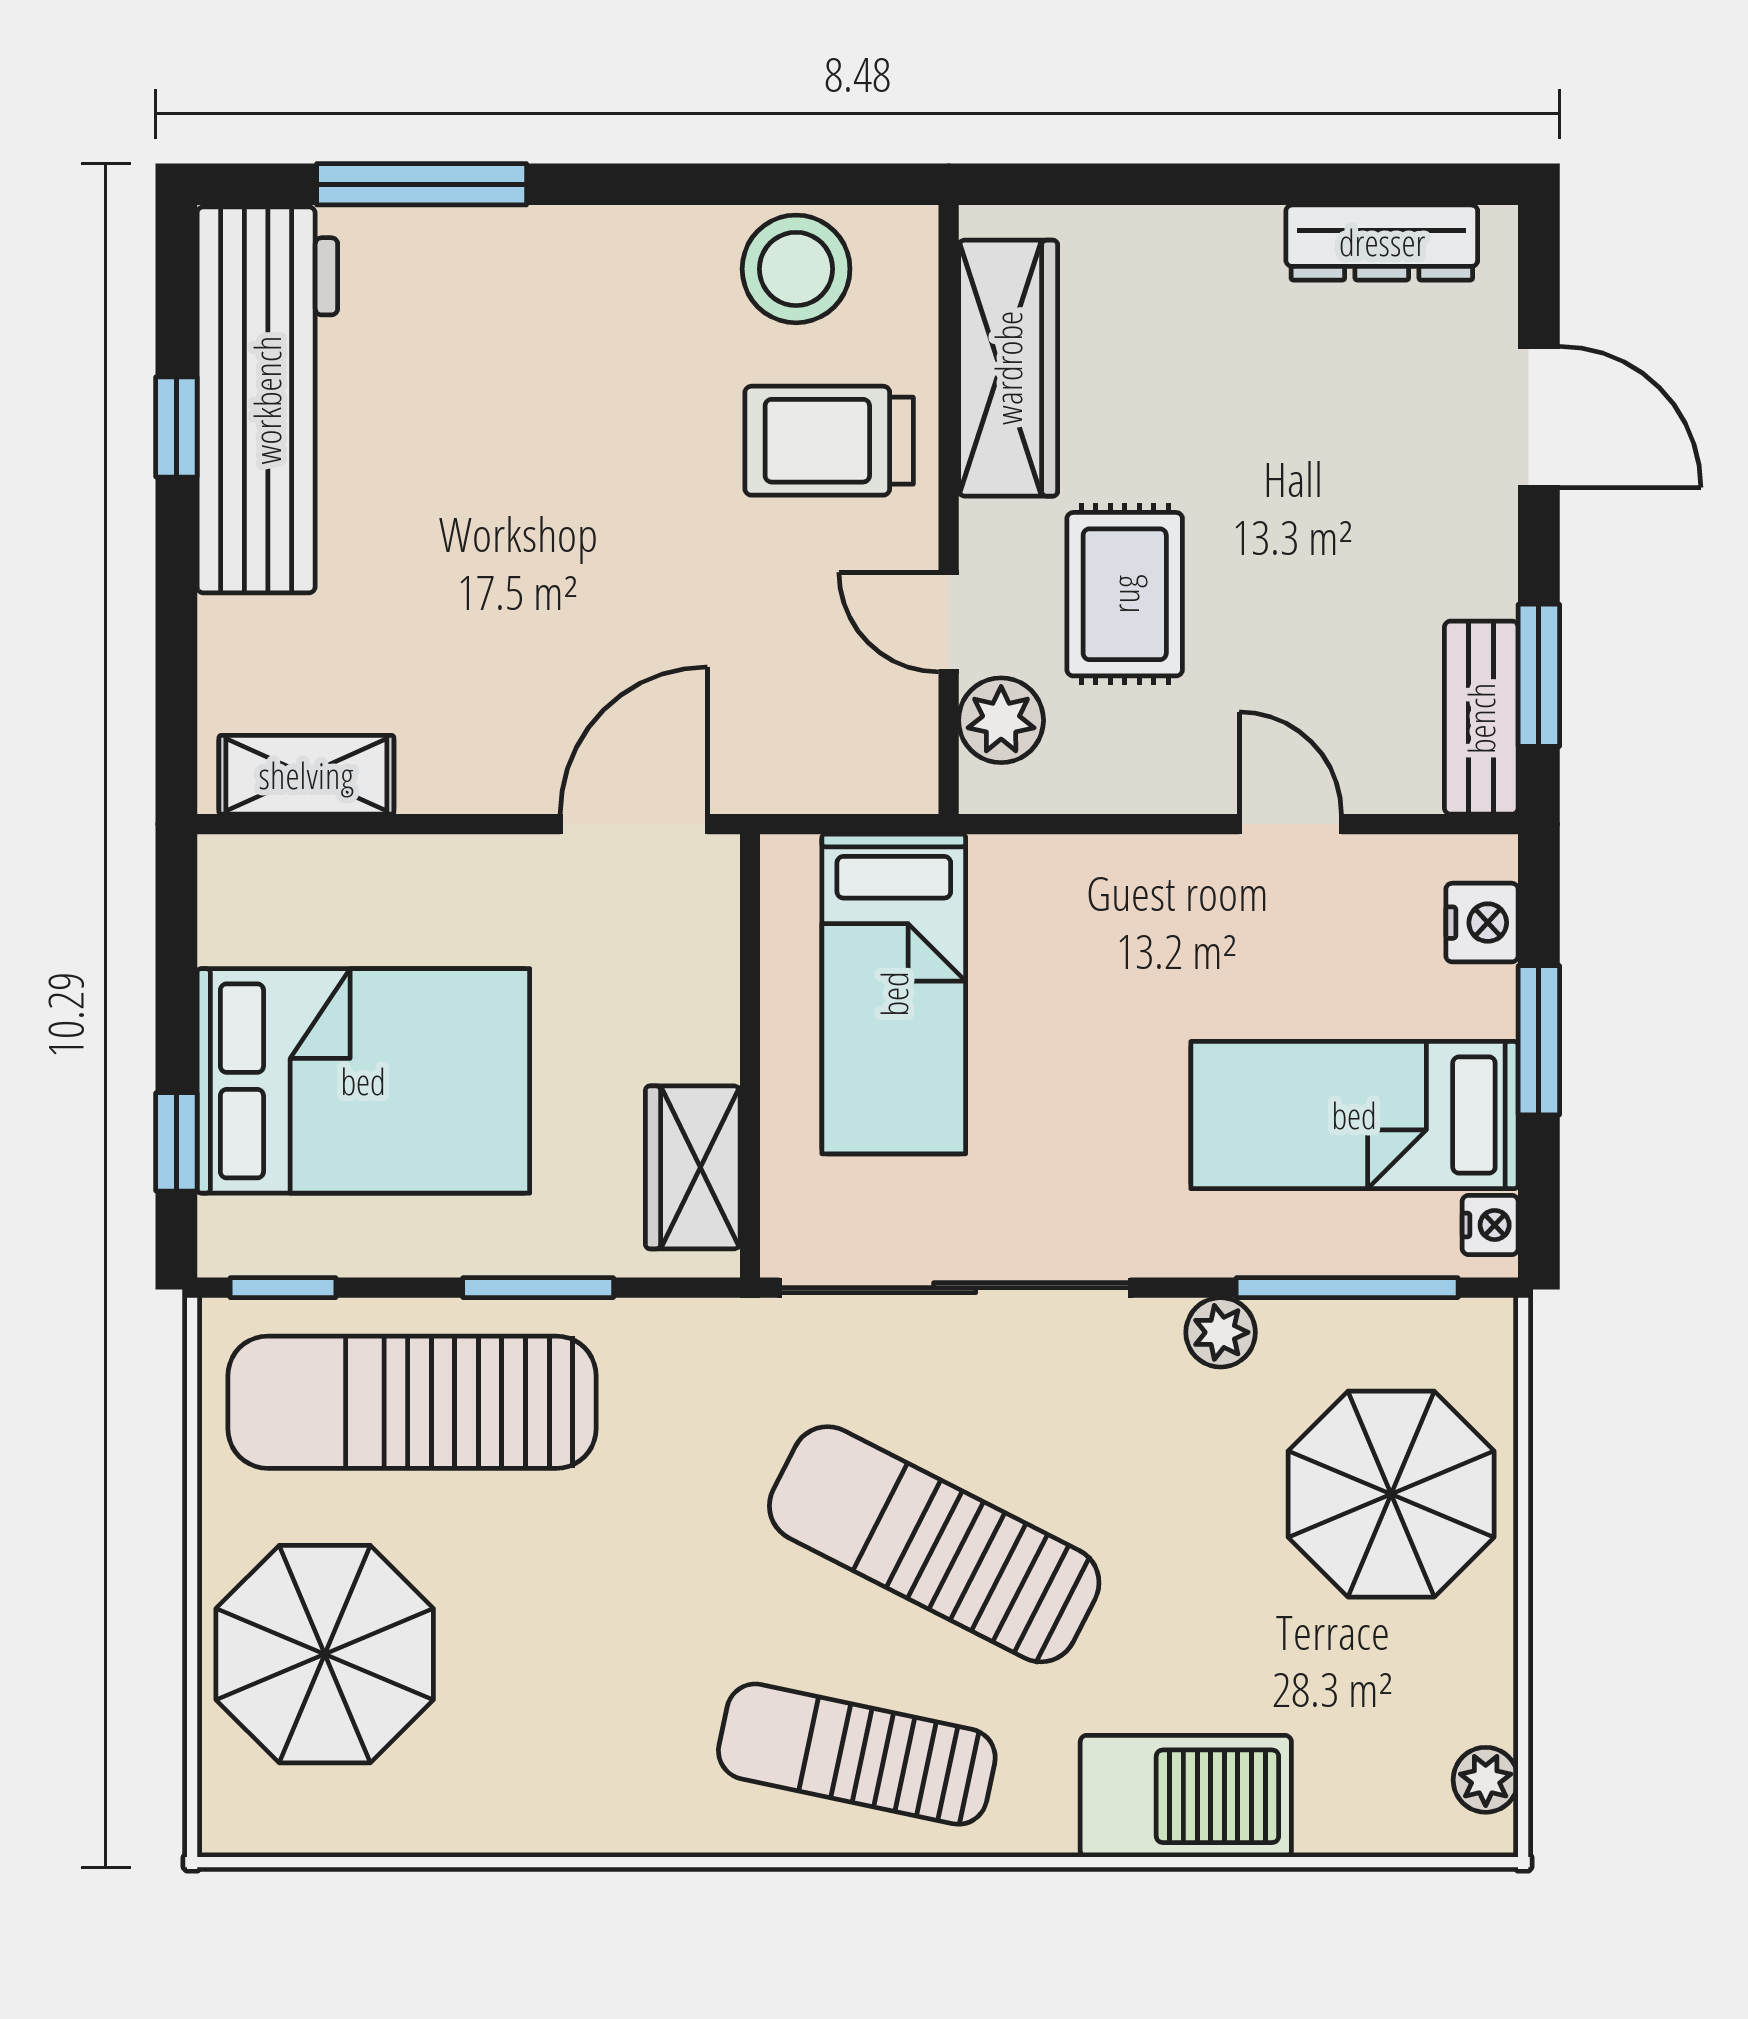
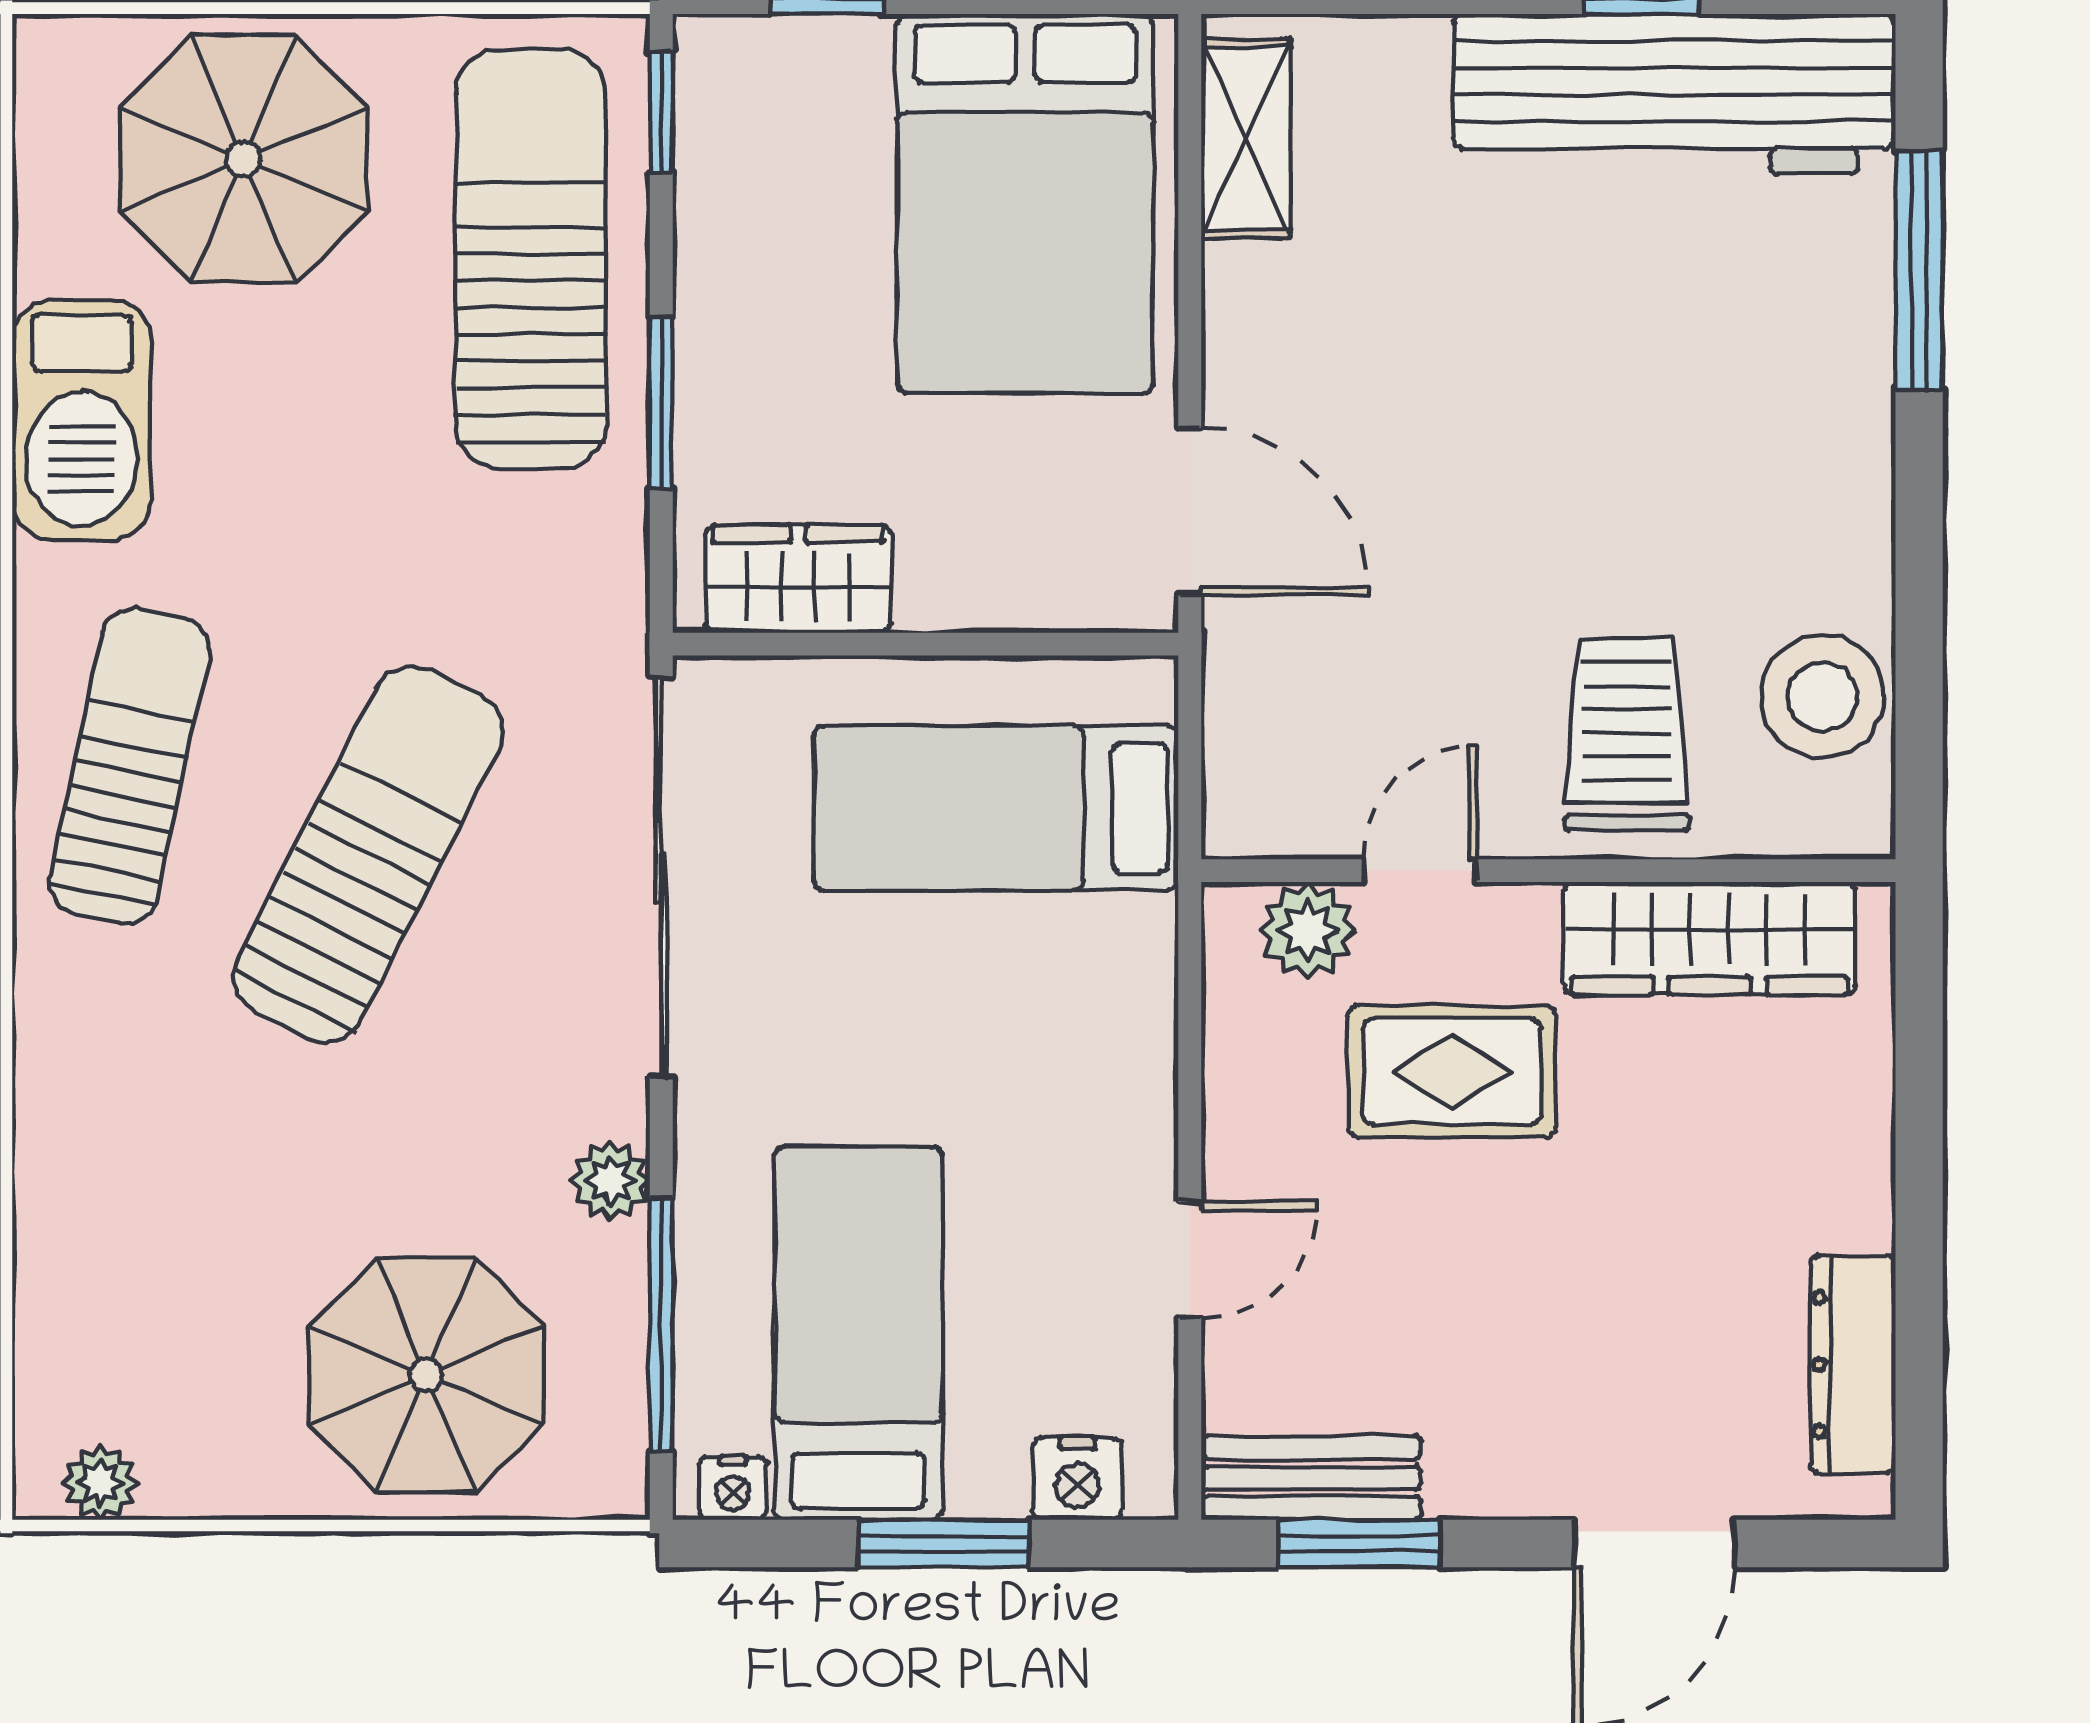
bed: (363, 1081) -> (1025, 203), moved
barbecue: (1186, 1796) -> (81, 420), moved

